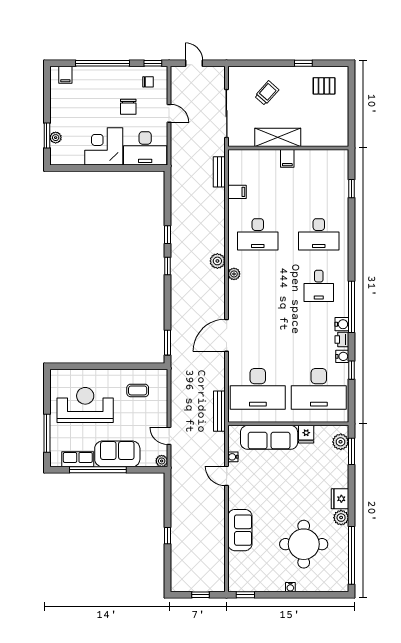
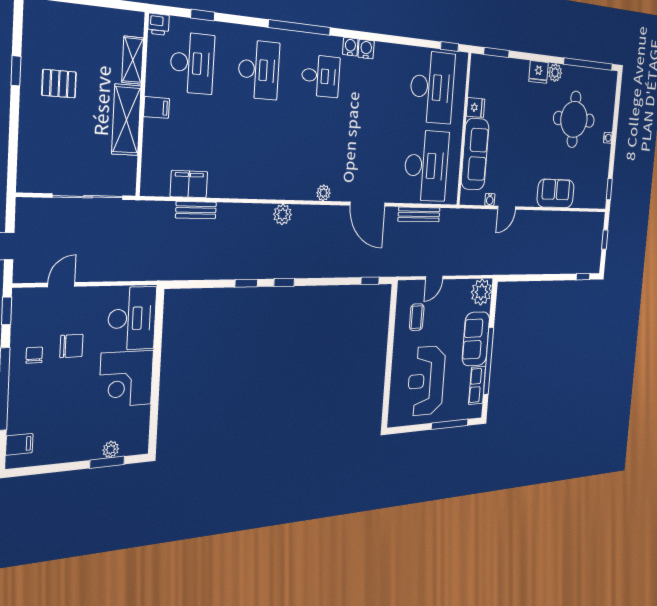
chair: (148, 82) -> (34, 355), moved
pallet: (324, 86) -> (59, 84), moved, turned 90
trolley: (267, 93) -> (60, 133), removed
door: (169, 113) -> (61, 285), moved
shelving: (317, 140) -> (133, 60), added
bench: (219, 172) -> (196, 210), moved
filing cabinet: (237, 192) -> (189, 184), width x2.00
desk: (258, 234) -> (192, 63), moved
plant: (234, 274) -> (323, 193), moved
window: (351, 307) -> (300, 27), moved
printer: (342, 339) -> (159, 24), moved
window: (168, 343) -> (370, 281), width x0.67
water cooler: (342, 356) -> (350, 47), moved
window: (351, 370) -> (450, 47), moved
bench: (219, 411) -> (419, 214), moved
door: (169, 436) -> (434, 278), moved
plant: (341, 442) -> (486, 65), removed
plant: (162, 461) -> (481, 292), width x1.88, depth x1.88
window: (168, 536) -> (583, 277), moved

